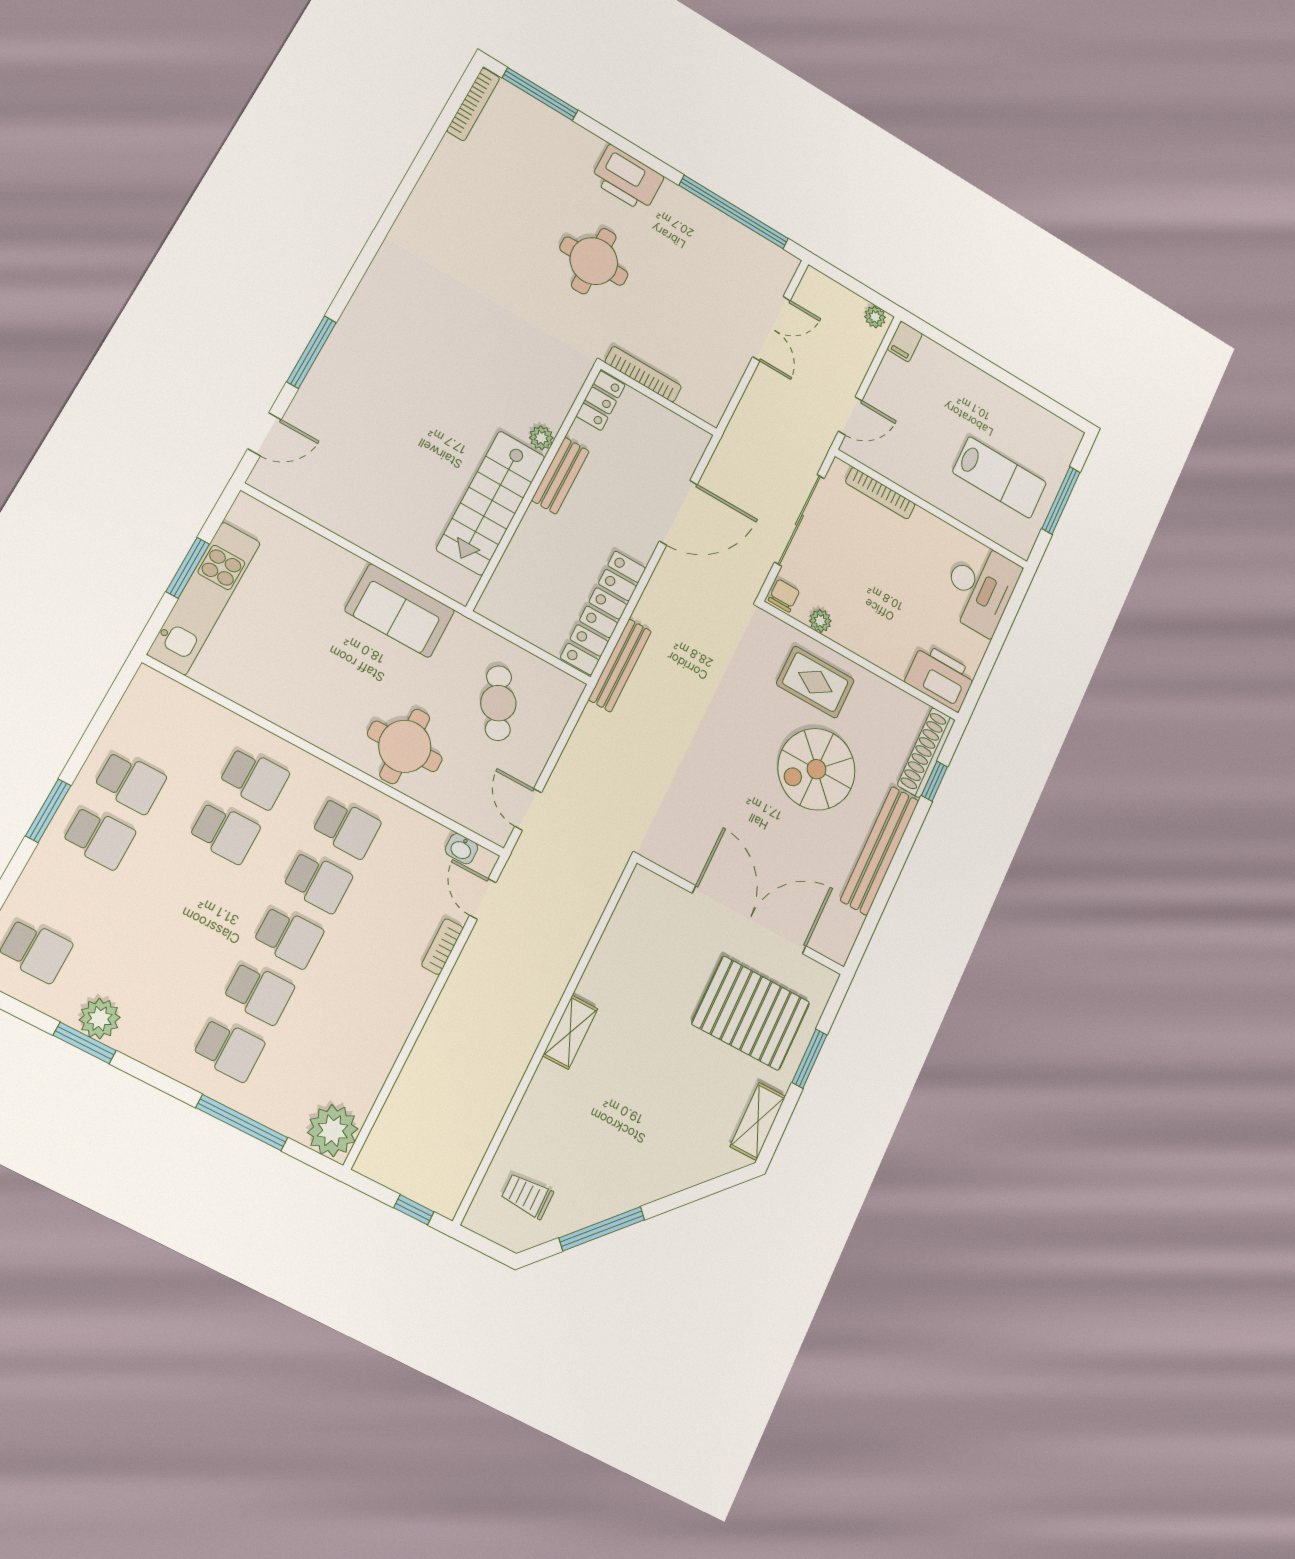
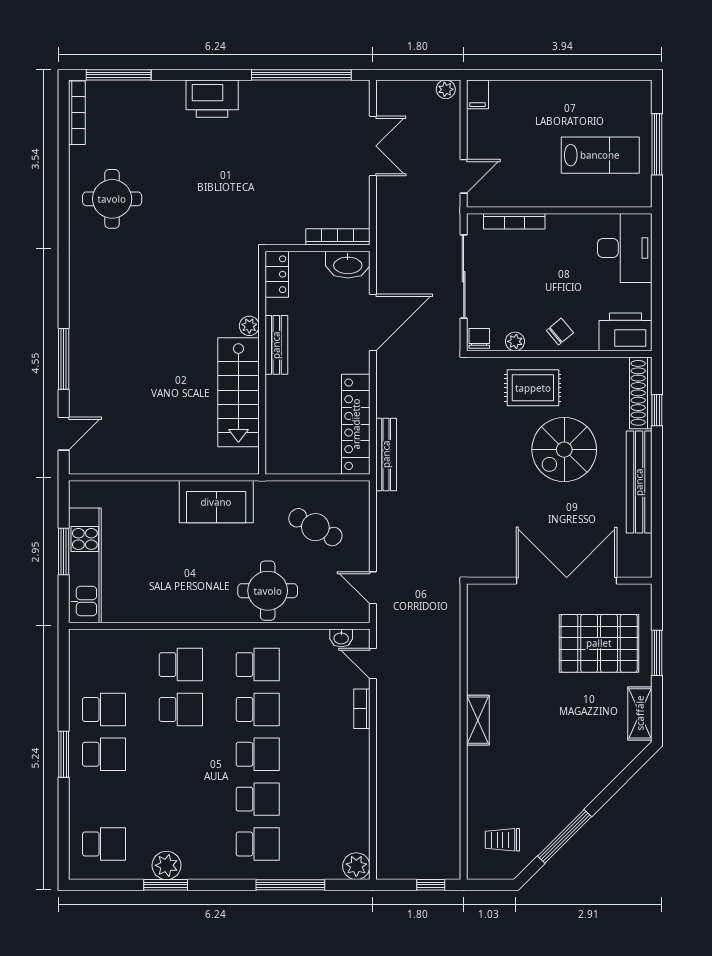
round table: (594, 261) -> (112, 199), moved
bookcase: (643, 374) -> (338, 237), moved
washbasin: (683, 435) -> (348, 265), added
chair: (872, 638) -> (560, 332), added
cafe table: (498, 703) -> (315, 527), turned -36
plant: (333, 1131) -> (356, 866), width x0.73, depth x0.73

